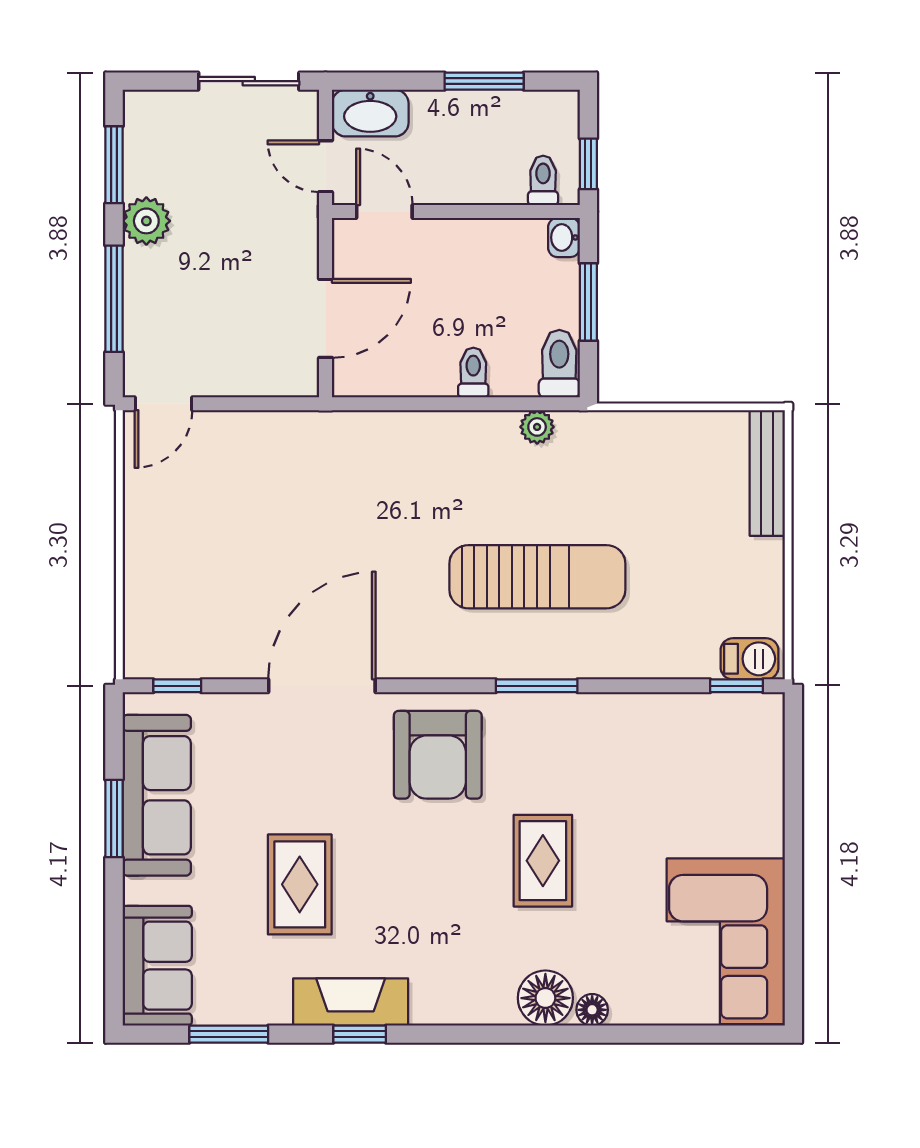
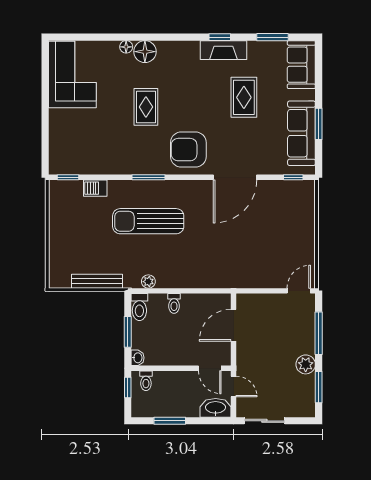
bench: (767, 473) -> (97, 281), moved, turned 90
barbecue: (750, 659) -> (95, 188), moved
armchair: (438, 755) -> (188, 150), turned -90

